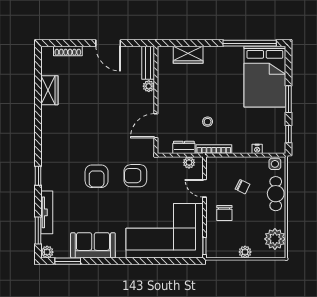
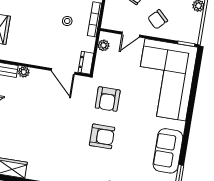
dresser: (184, 147) -> (86, 63), moved
chair: (224, 213) -> (158, 19), turned 134

